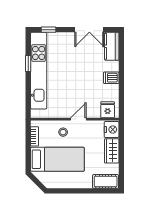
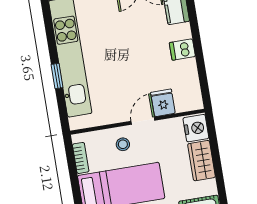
window: (28, 63) -> (57, 76), moved
fridge: (108, 110) -> (163, 103), moved

